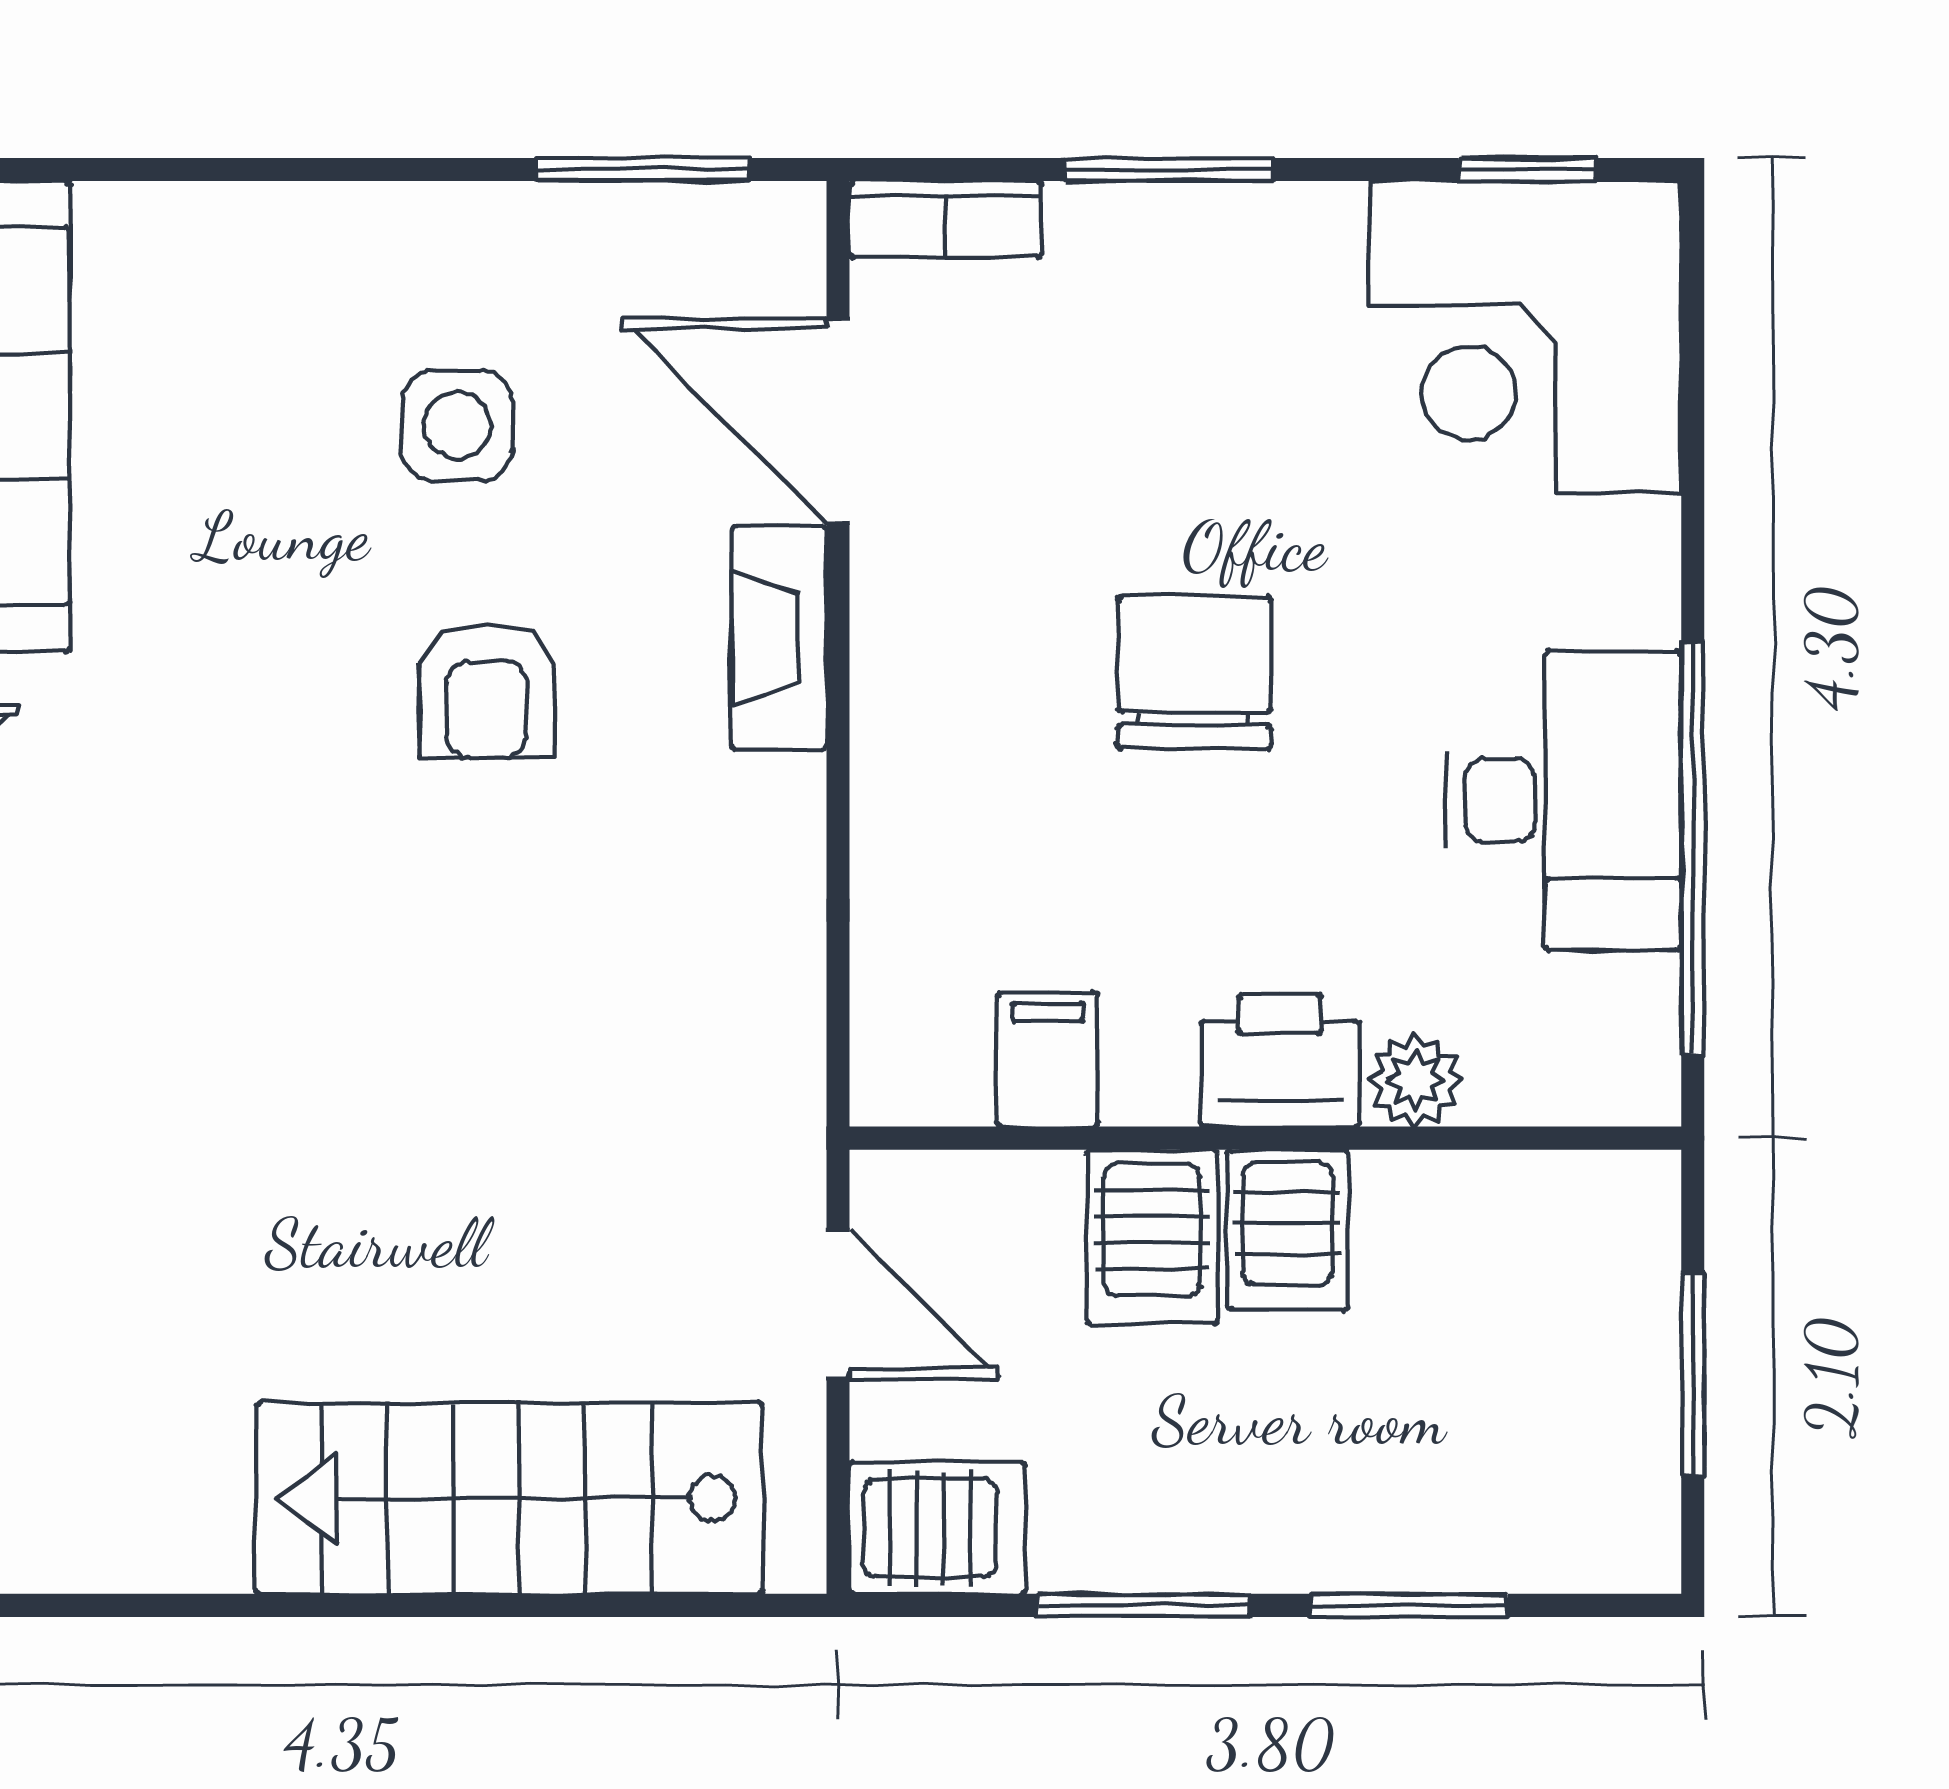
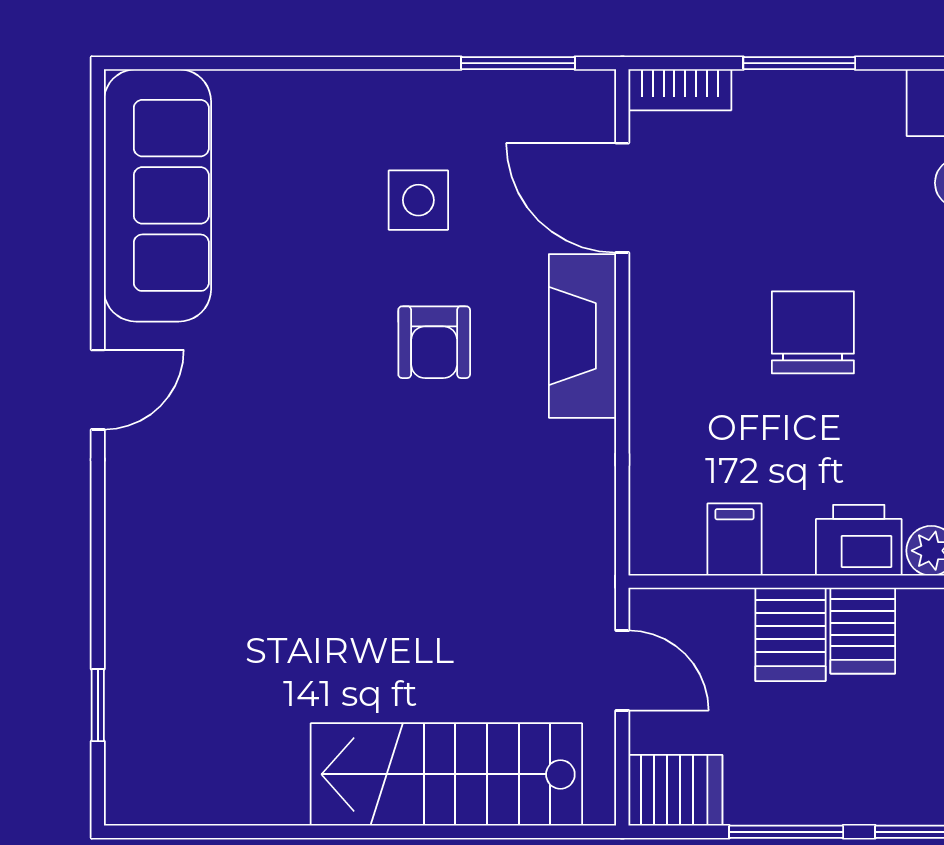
fireplace: (779, 638) -> (583, 336), width x1.37, depth x1.32

